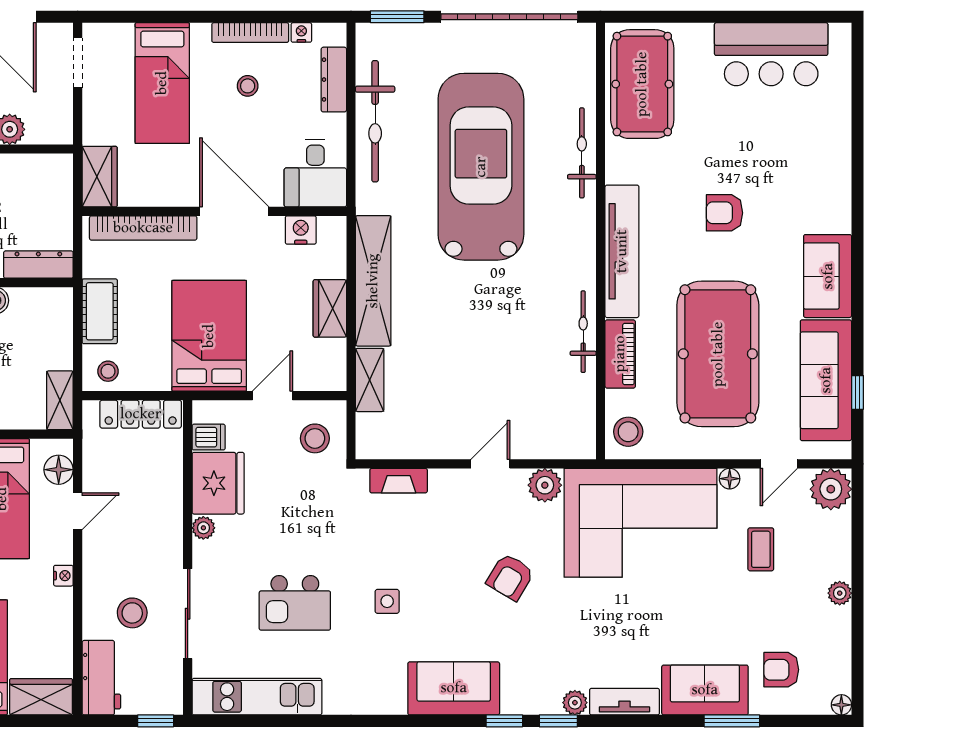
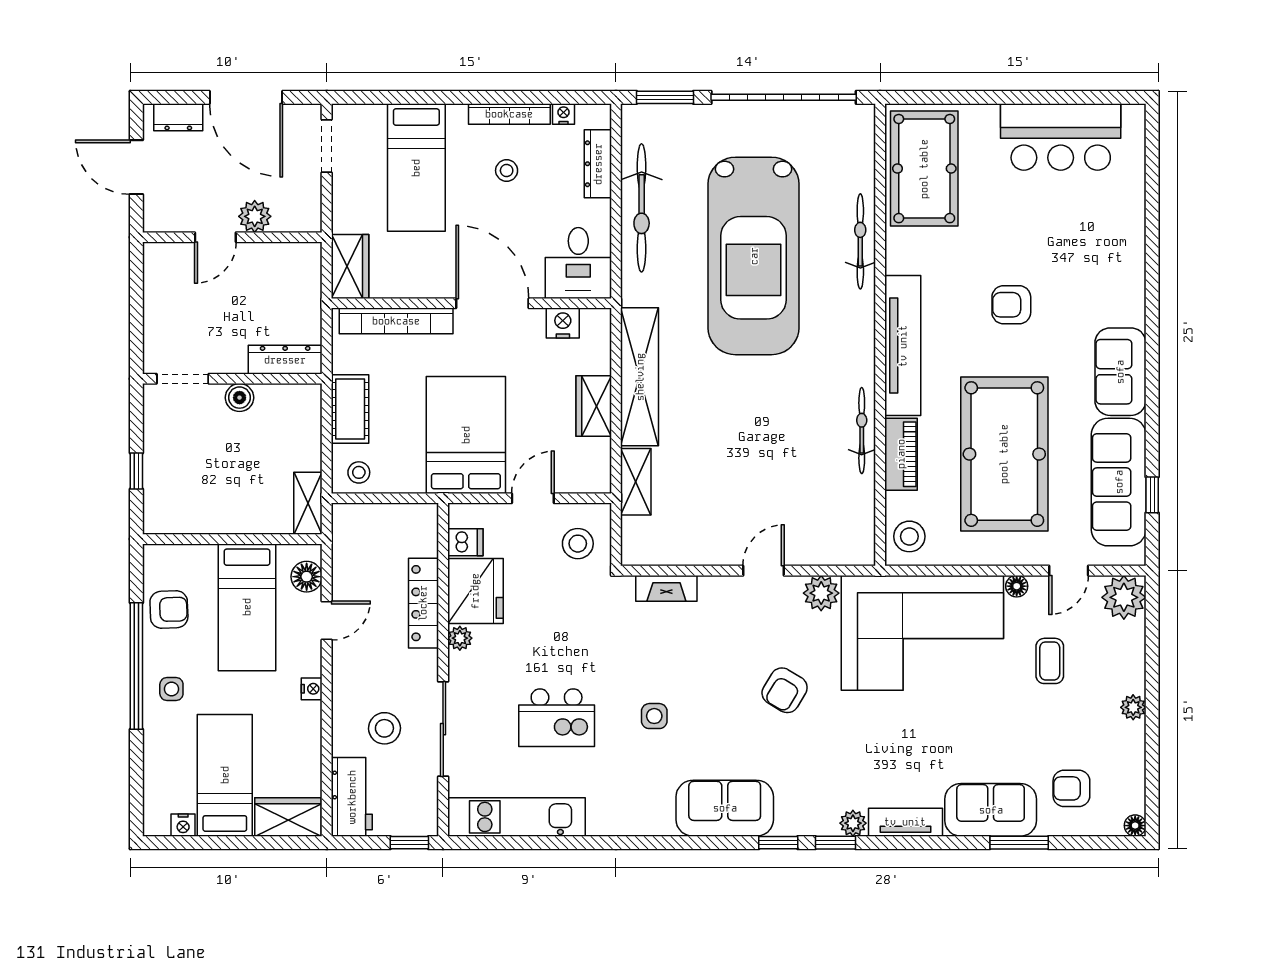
car: (481, 167) -> (754, 256), turned 180
locker: (141, 414) -> (423, 603), moved, turned 90

